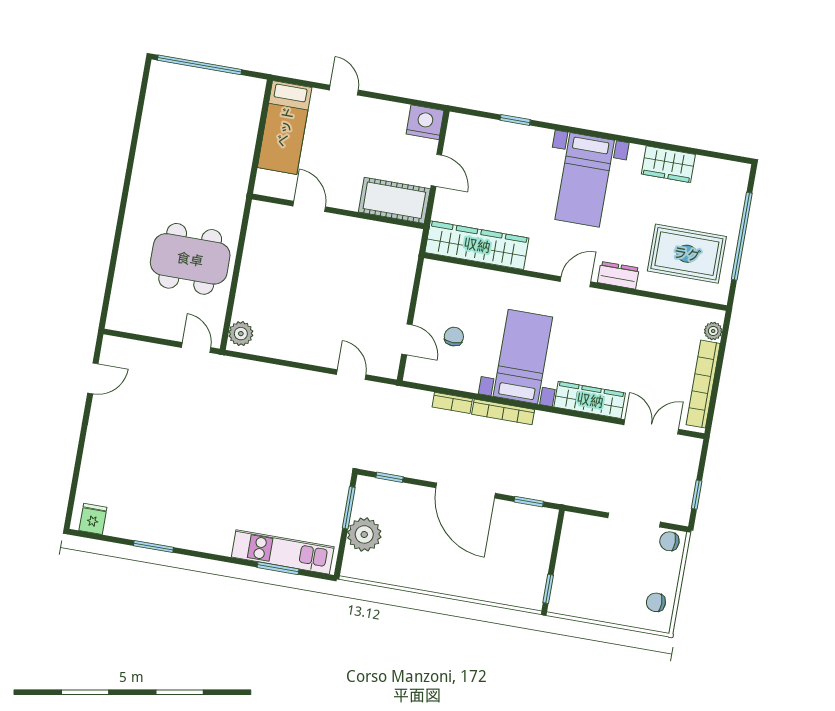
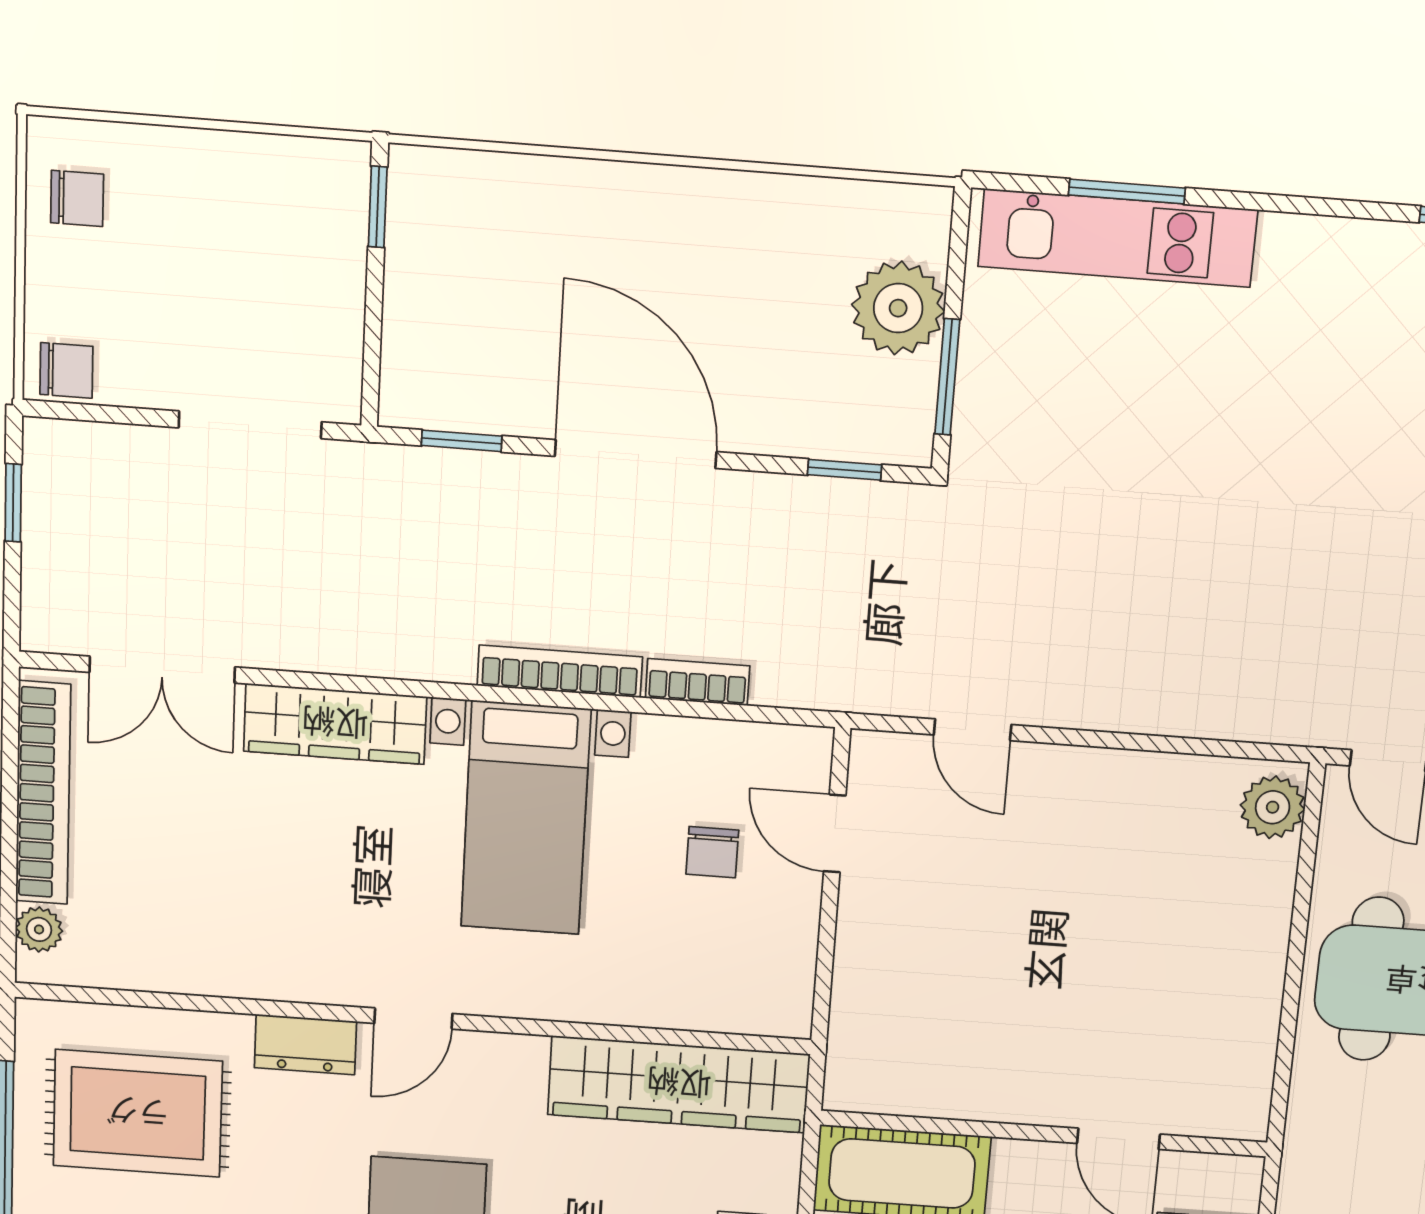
doorway: (634, 520) -> (250, 425), moved

